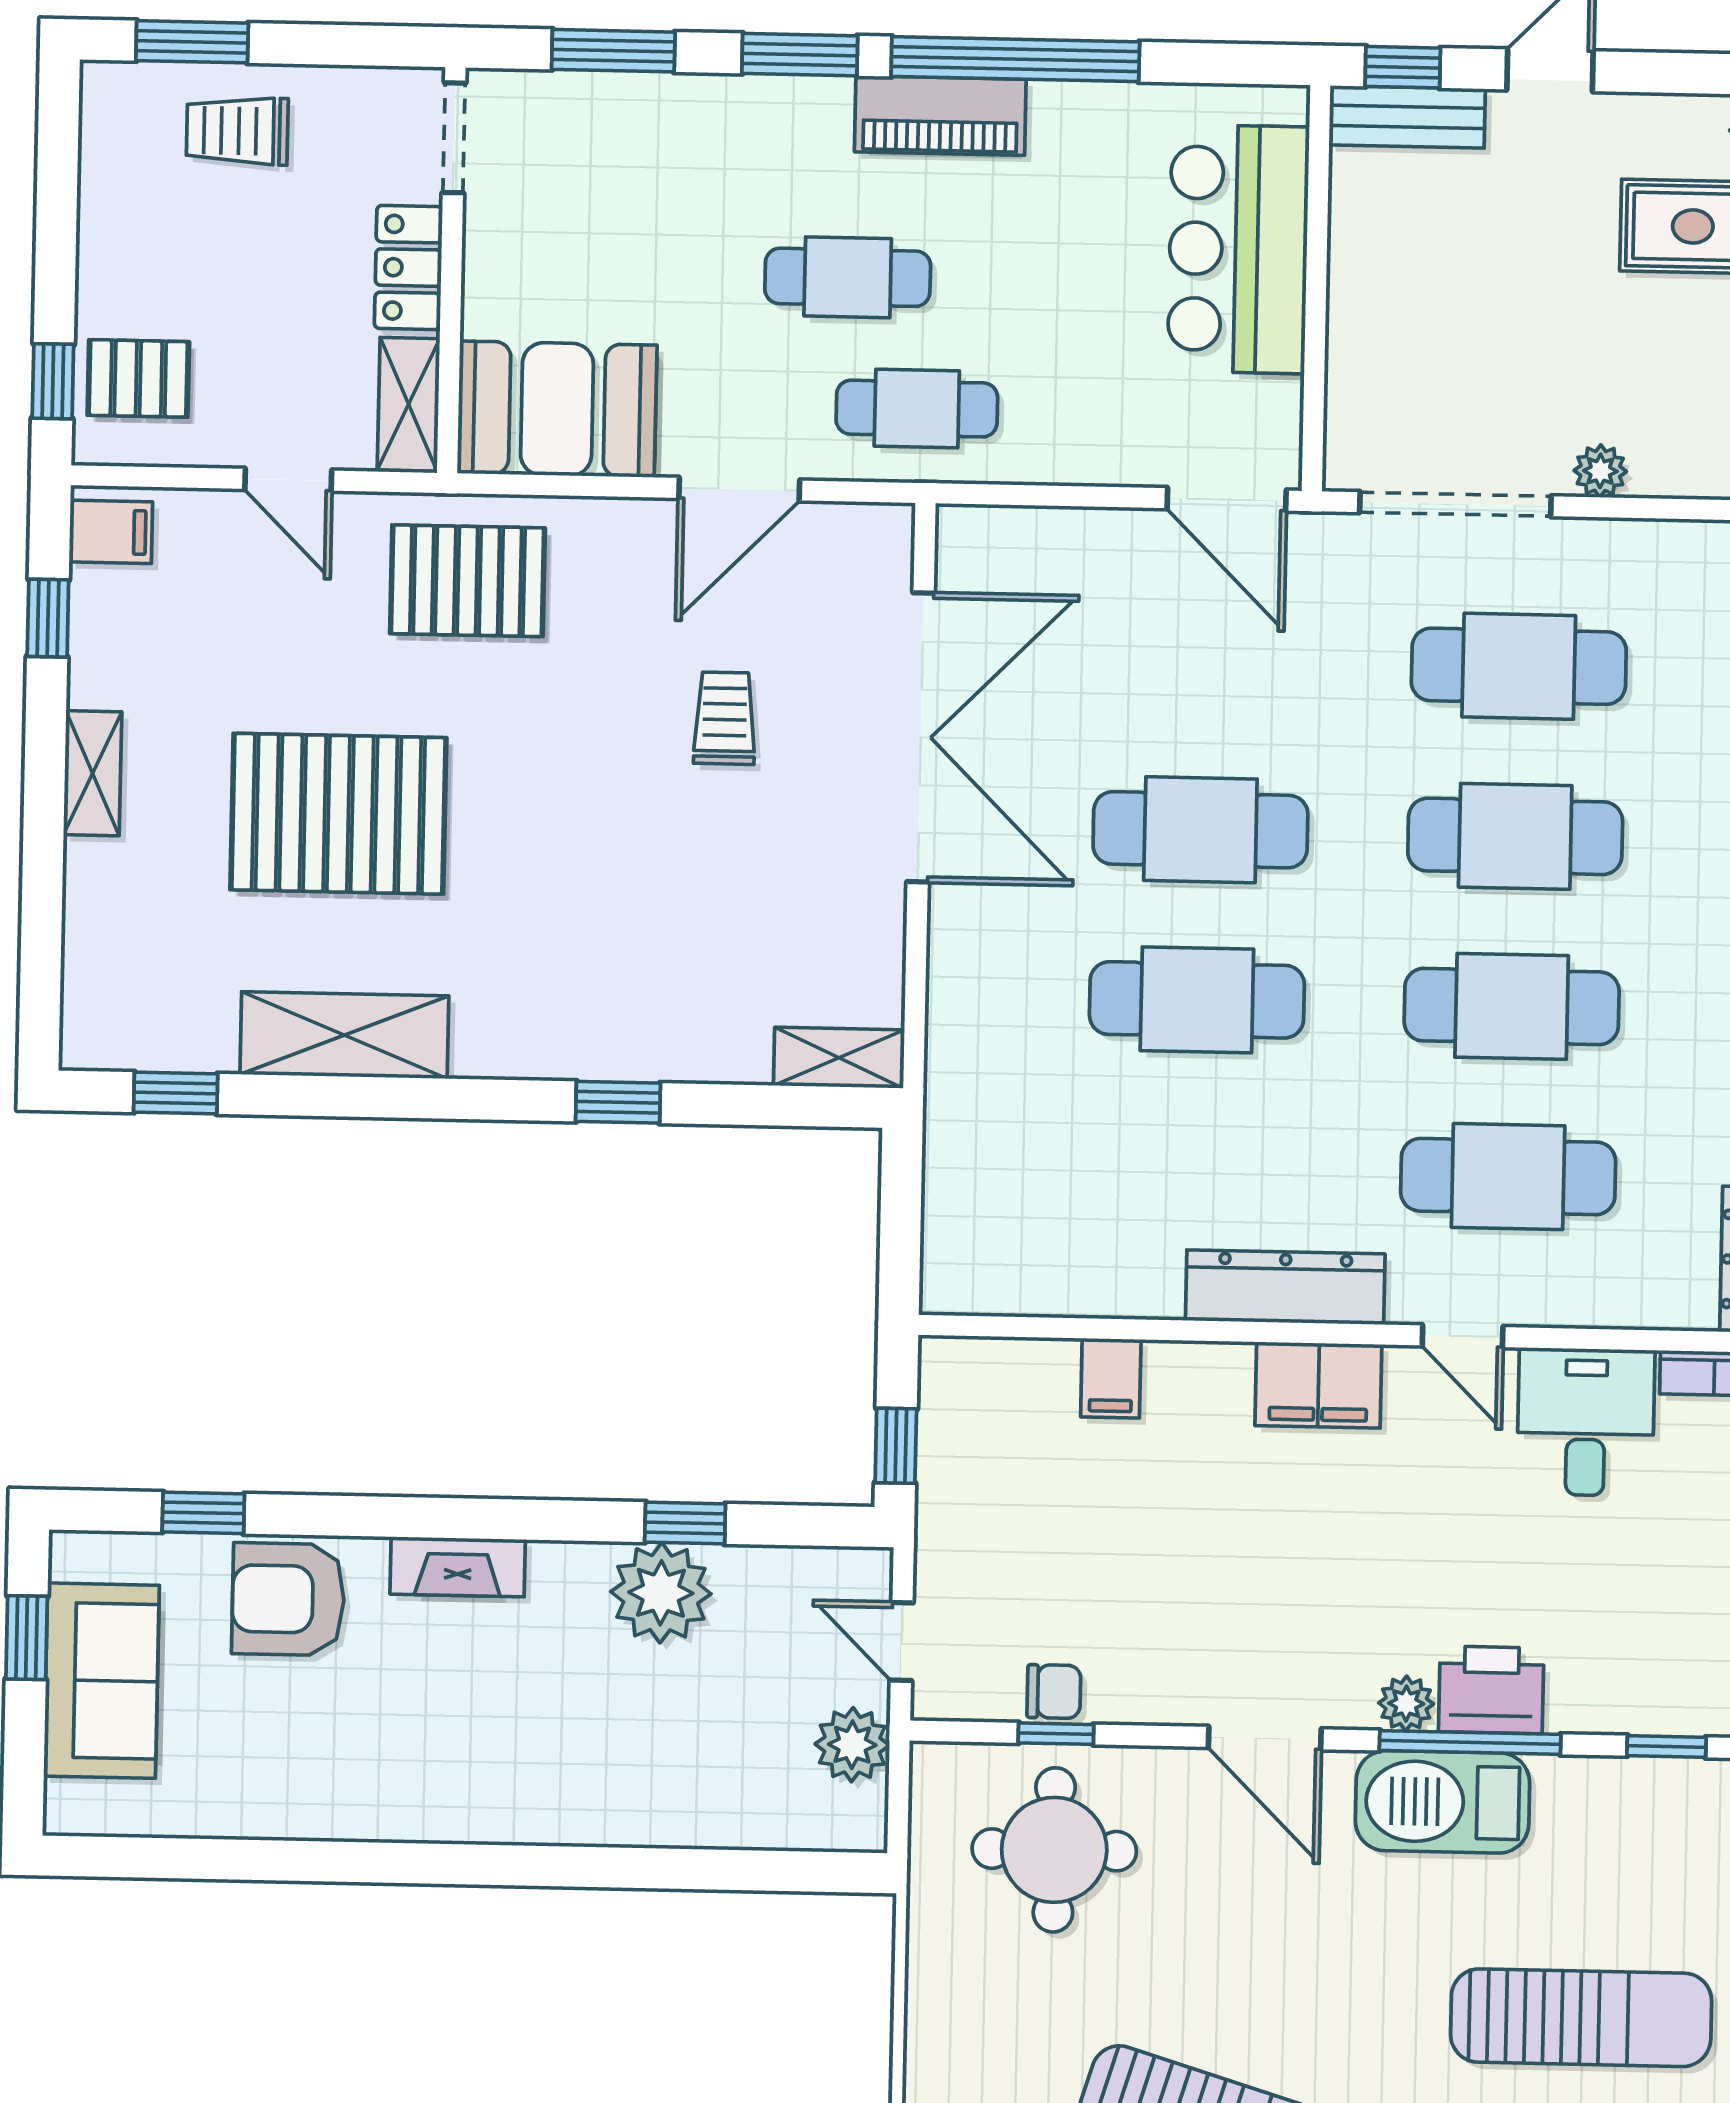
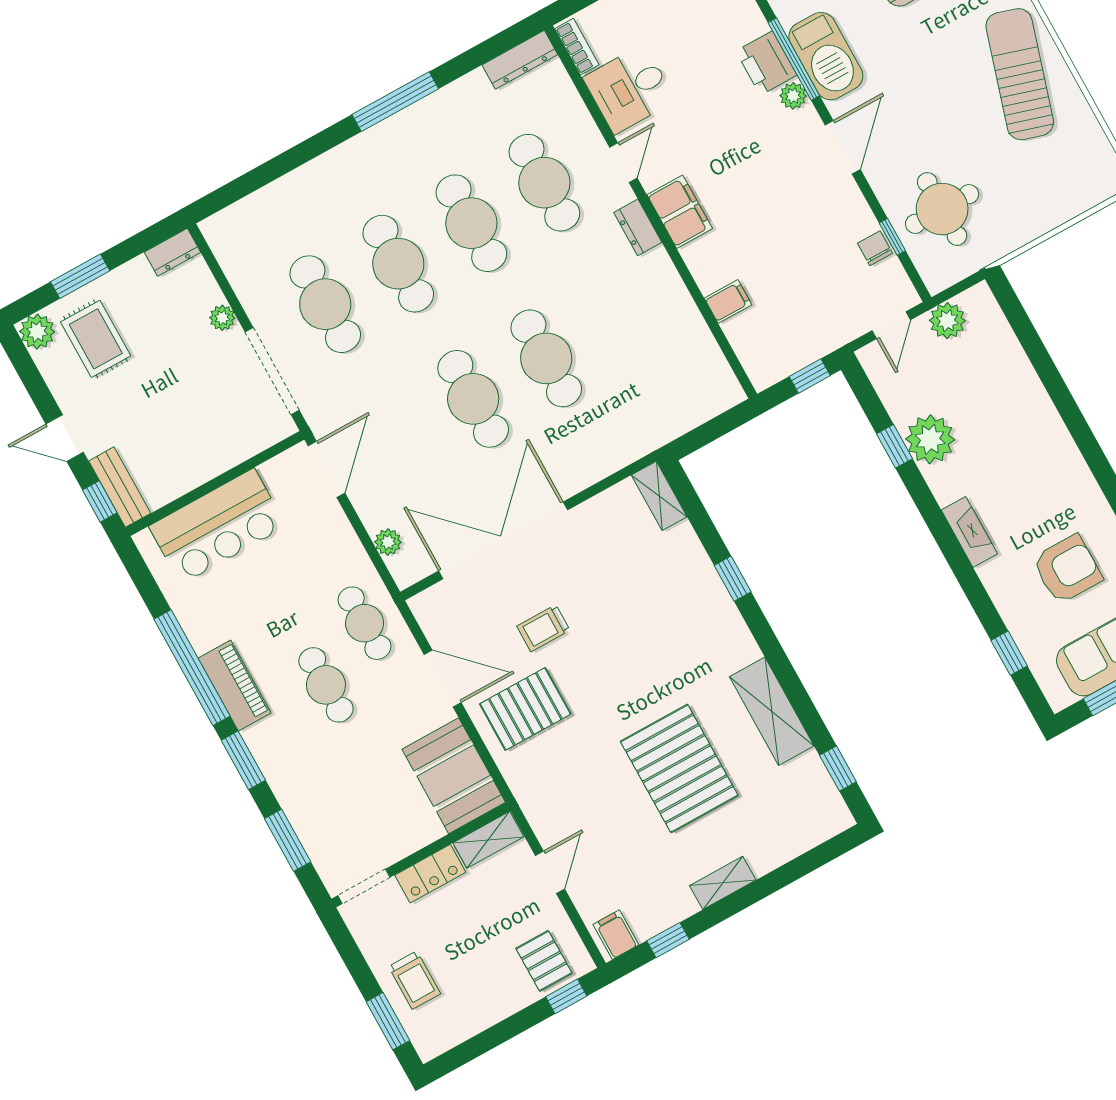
plant: (1036, 533) -> (388, 542), added
pallet: (467, 581) -> (525, 709), moved, turned 90
dresser: (1285, 1287) -> (638, 227), width x0.51, depth x0.80
armchair: (288, 1599) -> (1067, 569), moved, turned -90

